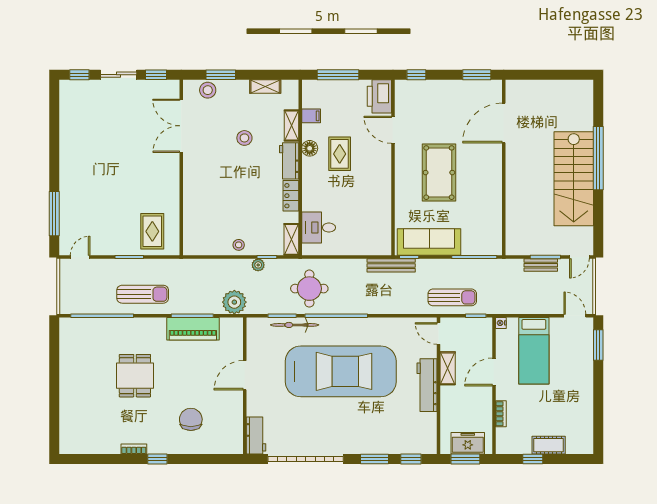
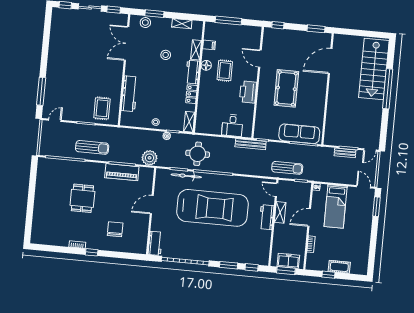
printer: (379, 96) -> (248, 92), moved
stairs: (574, 179) -> (374, 69), moved
workbench: (193, 204) -> (129, 94), added
desk: (319, 228) -> (232, 125), moved, turned -90
sofa: (429, 242) -> (299, 134), moved
workbench: (427, 385) -> (267, 217), width x0.73

